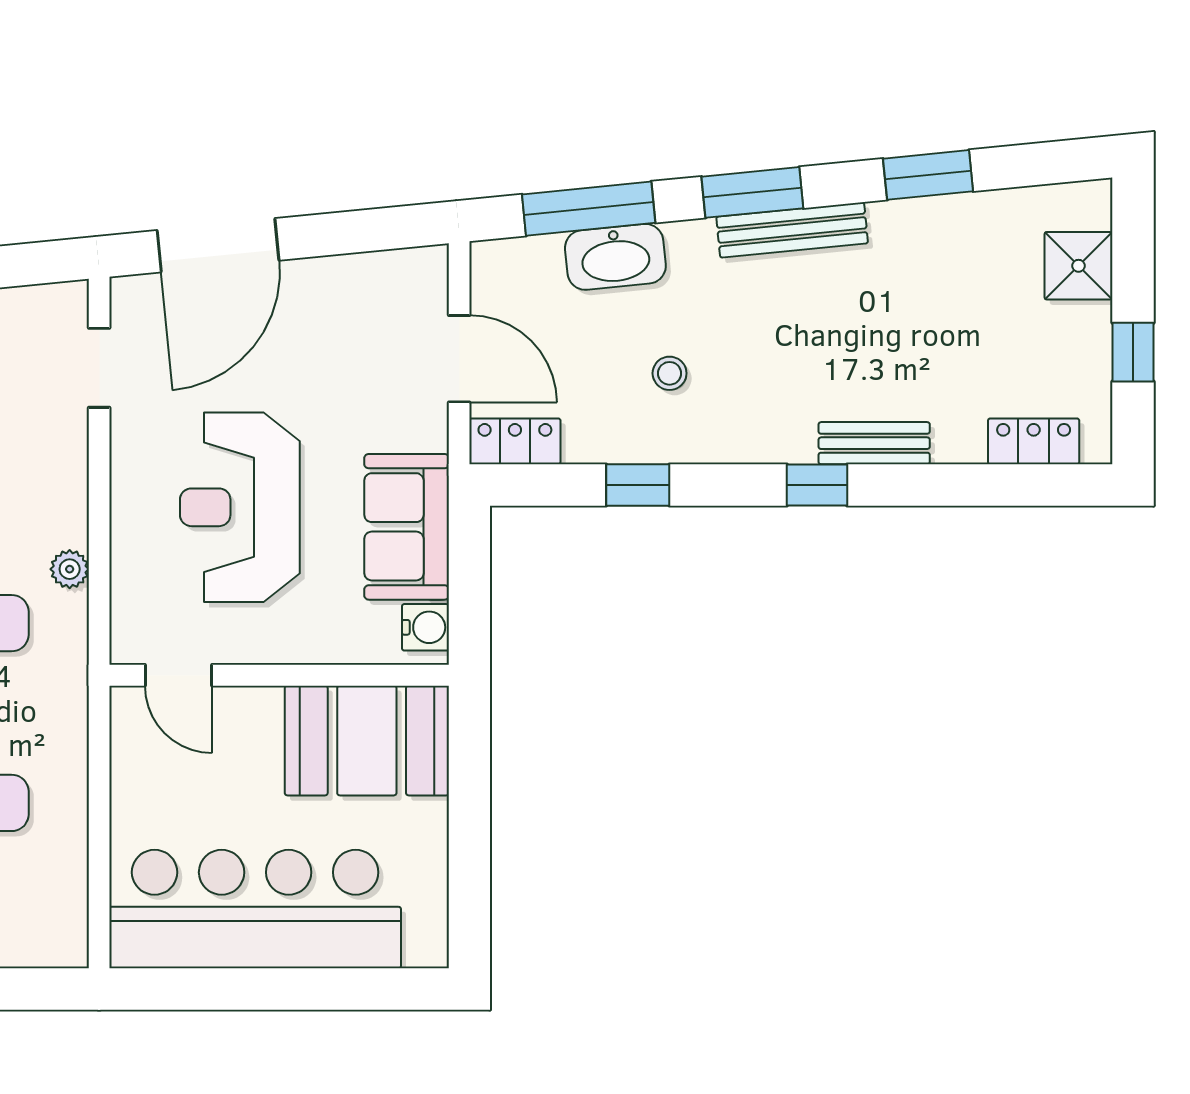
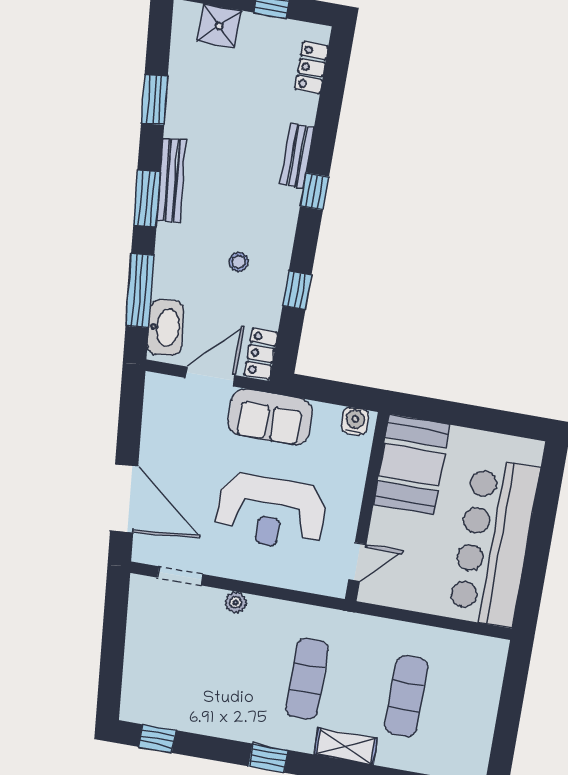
washbasin: (615, 257) -> (166, 327), moved
sofa: (407, 527) -> (270, 417), moved
plant: (70, 569) -> (236, 602), moved

